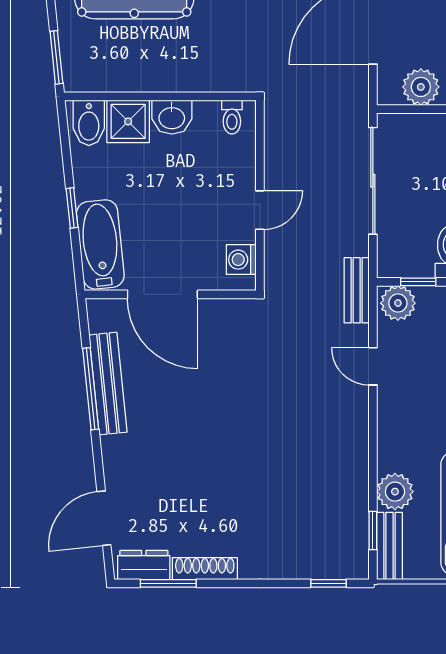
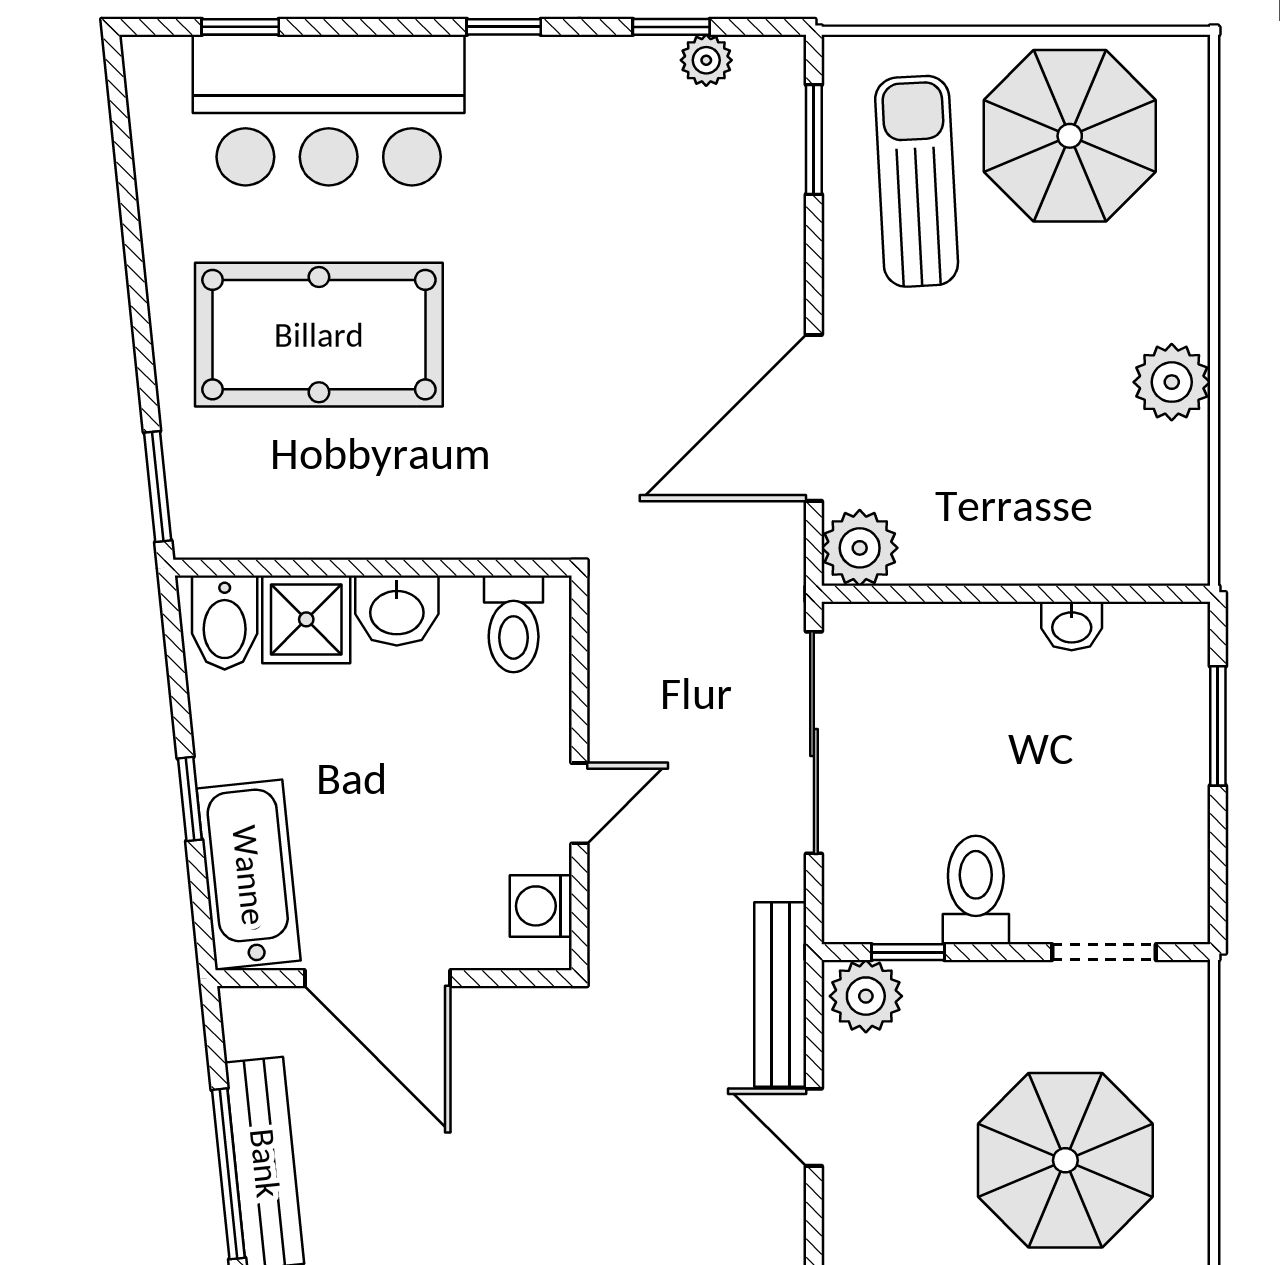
plant: (421, 87) -> (860, 548), moved
toilet: (232, 117) -> (514, 624), width x1.37, depth x1.39
bench: (357, 290) -> (780, 994), width x1.36

